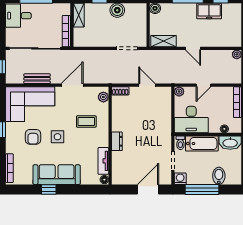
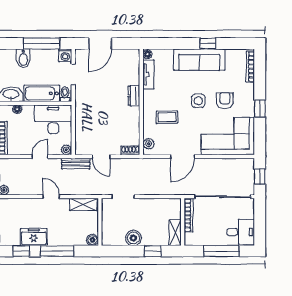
bench: (37, 79) -> (76, 164), moved

